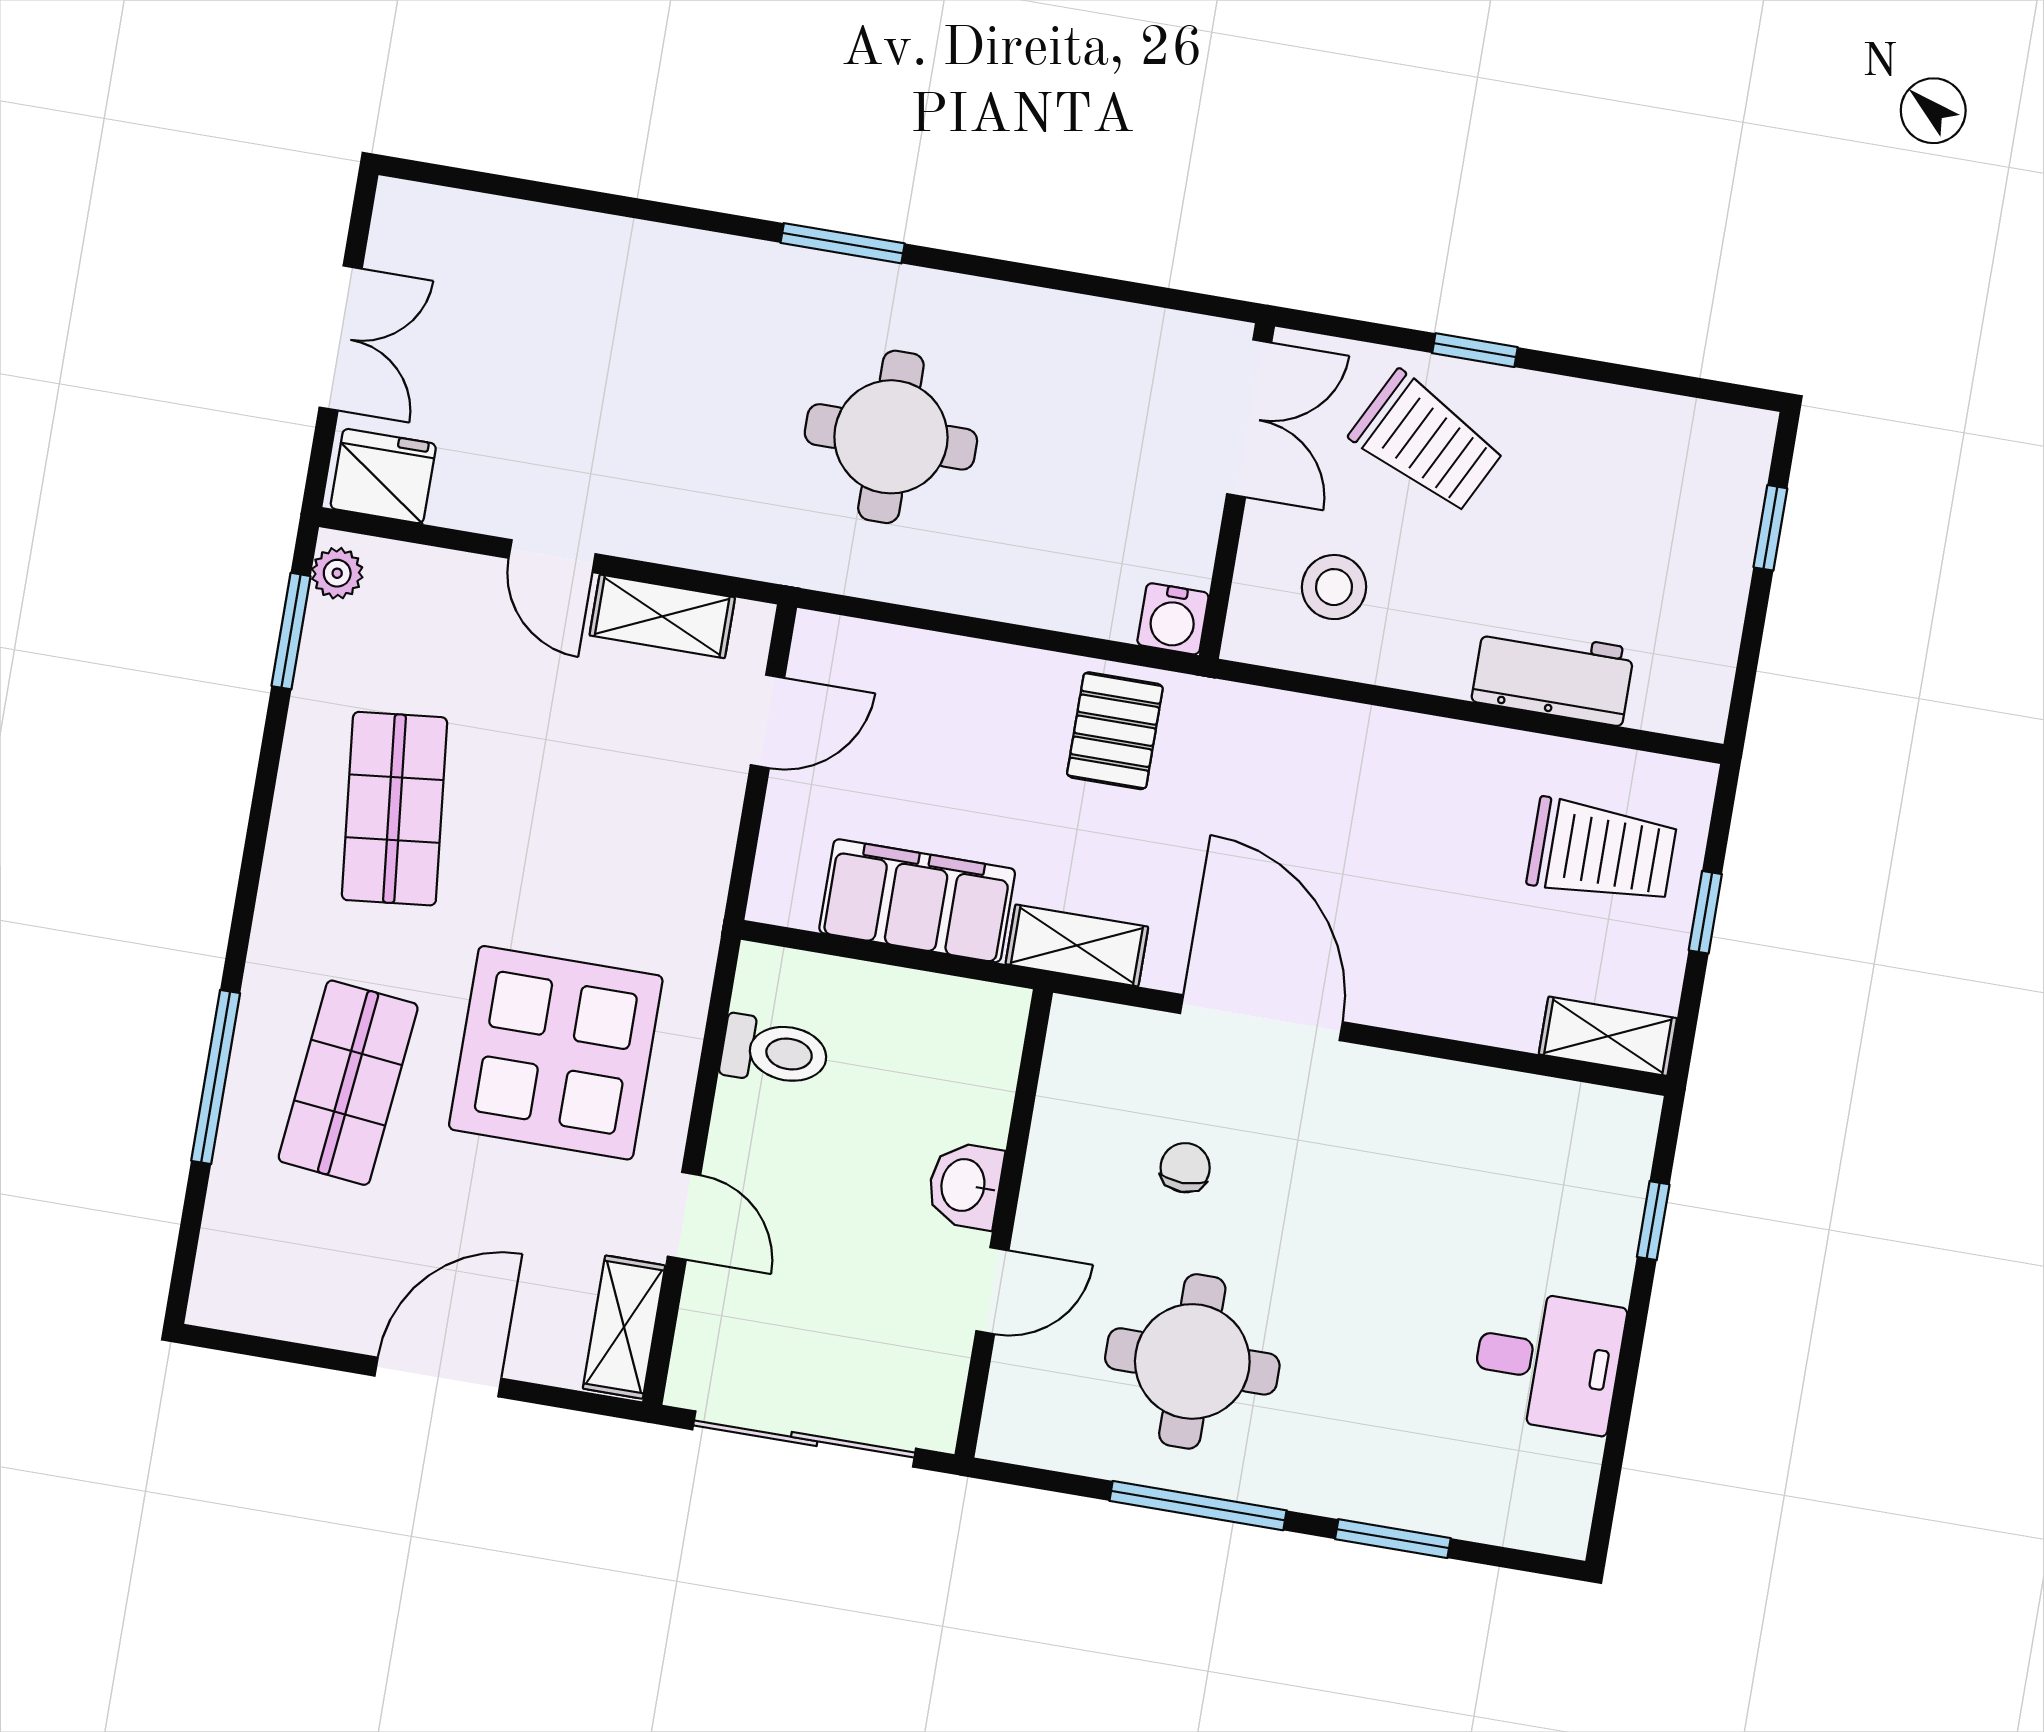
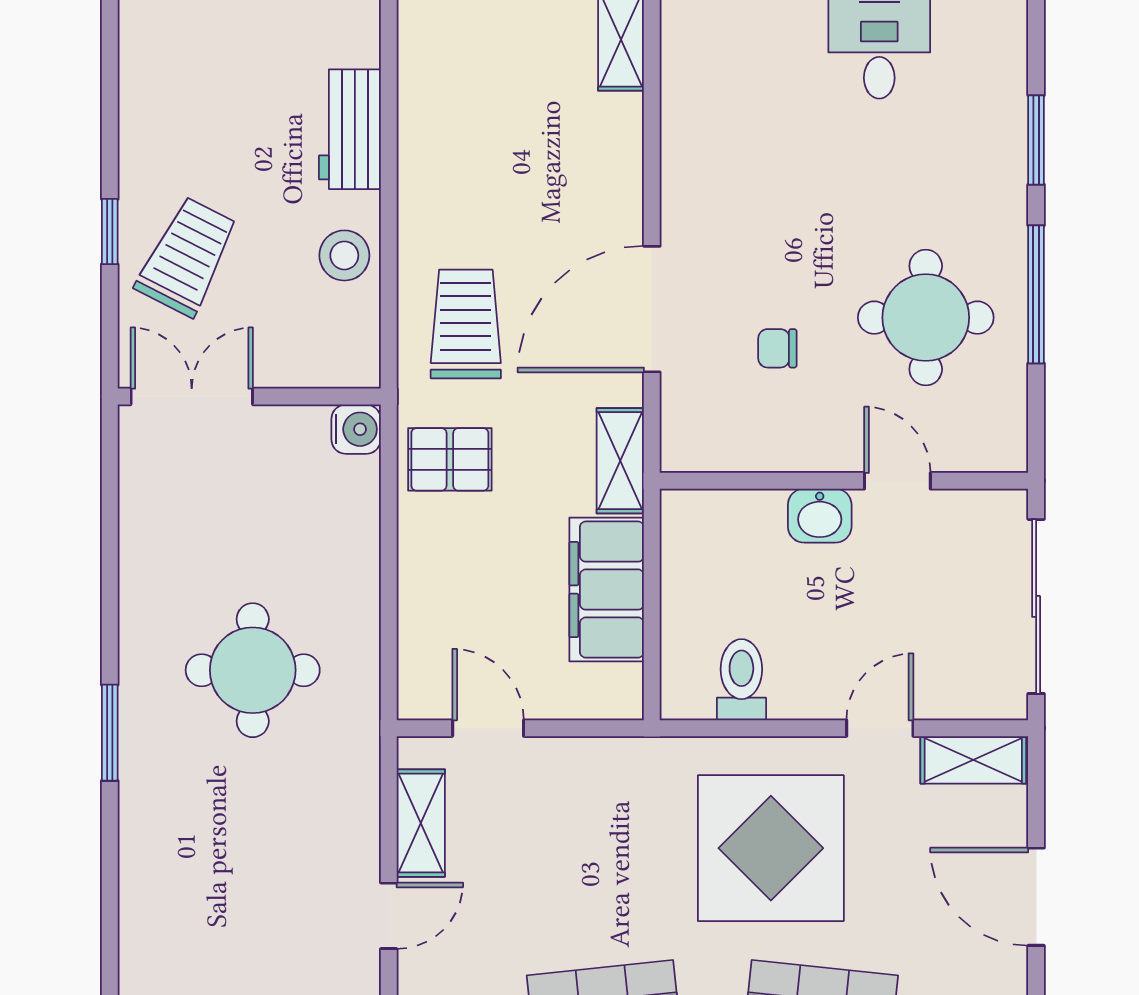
stool: (1334, 587) -> (344, 255), moved
trolley: (1602, 852) -> (466, 324), moved

